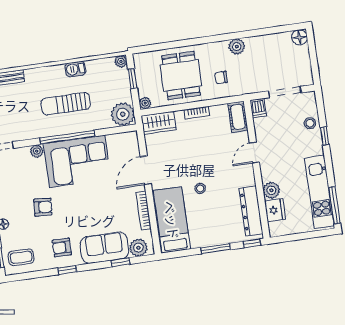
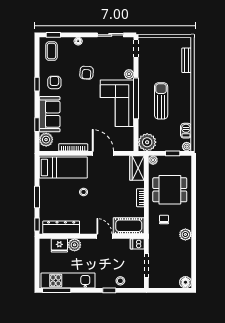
barbecue: (75, 69) -> (186, 131), moved
cot: (238, 117) -> (129, 226), width x1.37, depth x1.34

